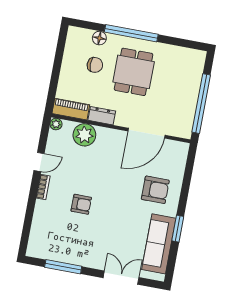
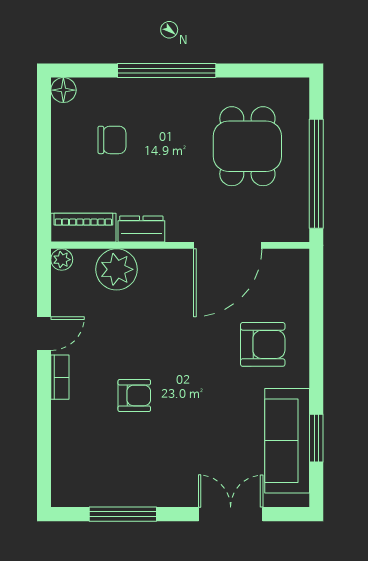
floor lamp: (99, 38) -> (63, 90), moved
dining table: (134, 72) -> (247, 146), moved
window: (178, 229) -> (316, 438), moved

